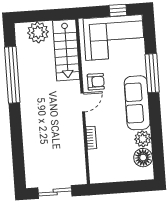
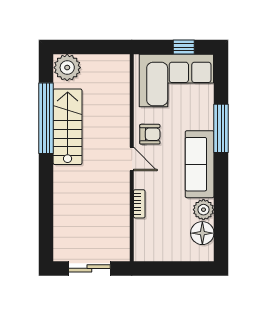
plant: (38, 32) -> (67, 68), moved
stairs: (66, 50) -> (68, 127), moved, turned 180
door: (83, 102) -> (132, 159), hinge flipped

